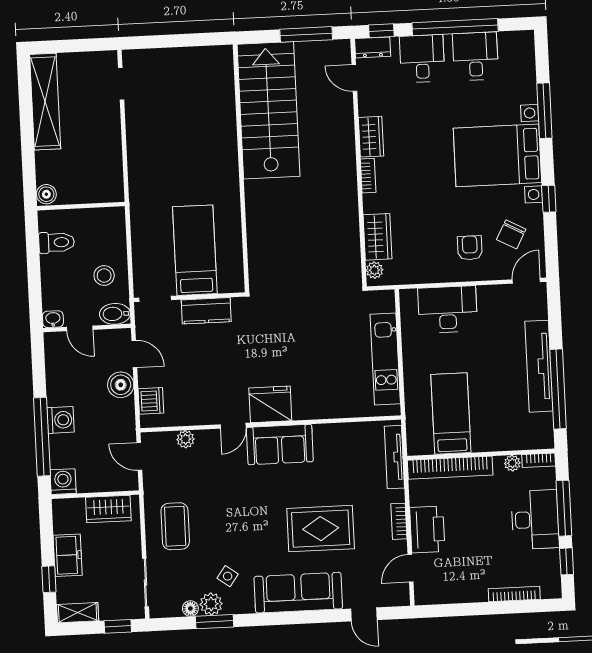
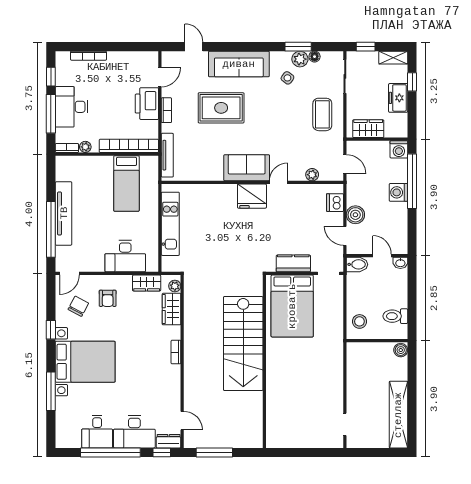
desk: (422, 59) -> (134, 432), width x1.37
stairs: (268, 110) -> (243, 344), moved
wardrobe: (371, 137) -> (147, 283), moved, turned -90
bed: (195, 250) -> (292, 306), width x1.50
stool: (104, 275) -> (359, 321), moved
window: (558, 389) -> (51, 229), moved

